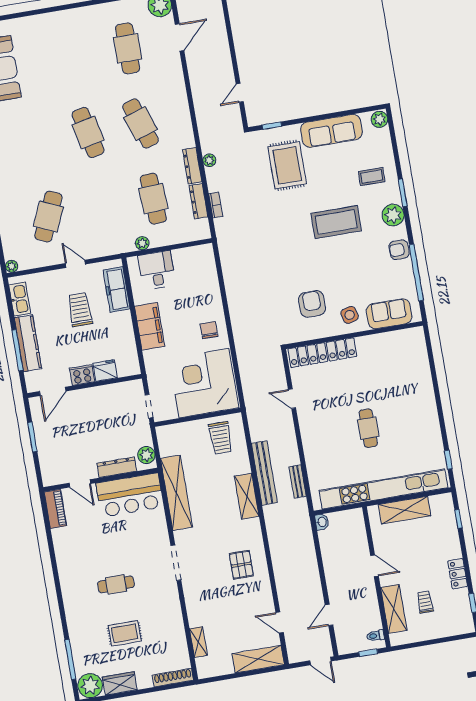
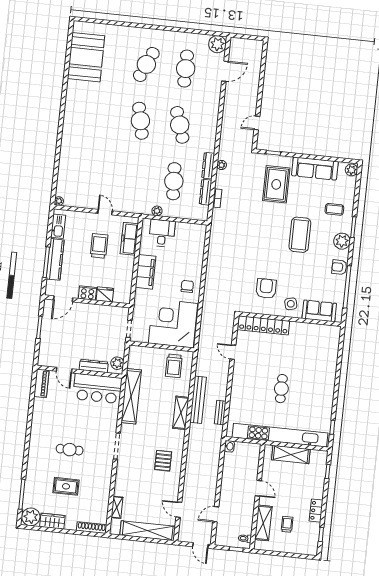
cafe table: (48, 217) -> (146, 64), moved
coffee table: (336, 222) -> (300, 235), turned 90
shelving: (258, 659) -> (148, 531), width x1.47

